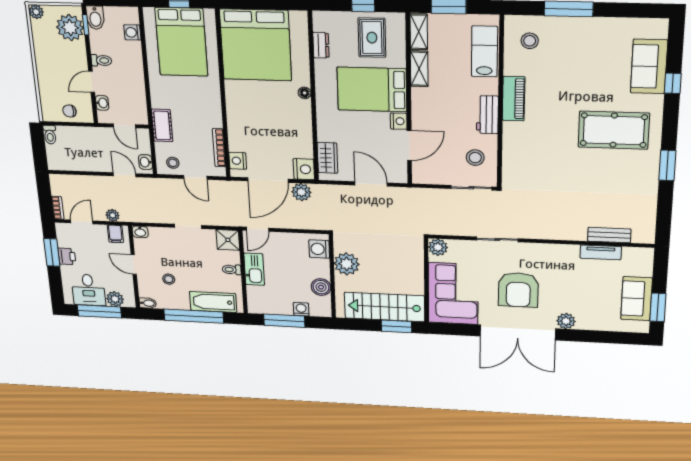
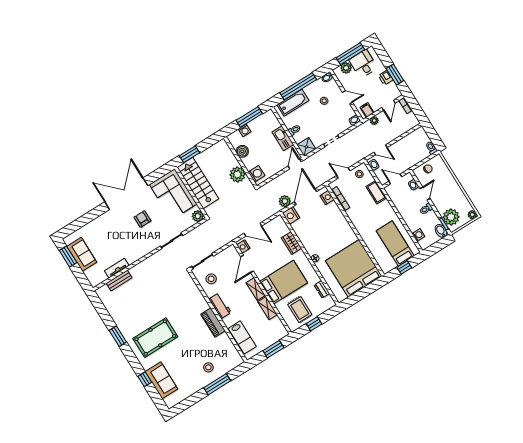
shelving: (419, 32) -> (256, 289), moved
stool: (530, 41) -> (208, 367), moved
bed: (181, 42) -> (395, 243), width x0.67
nightstand: (399, 121) -> (243, 247), moved
wardrobe: (327, 158) -> (291, 243), moved
armchair: (518, 290) -> (142, 219), width x0.53, depth x0.53
stairs: (385, 307) -> (198, 183), moved, turned -90
plant: (566, 321) -> (107, 217), removed

